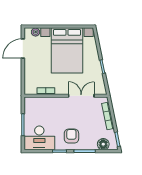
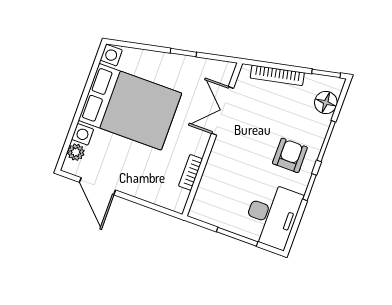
armchair: (71, 136) -> (290, 155), turned 90

